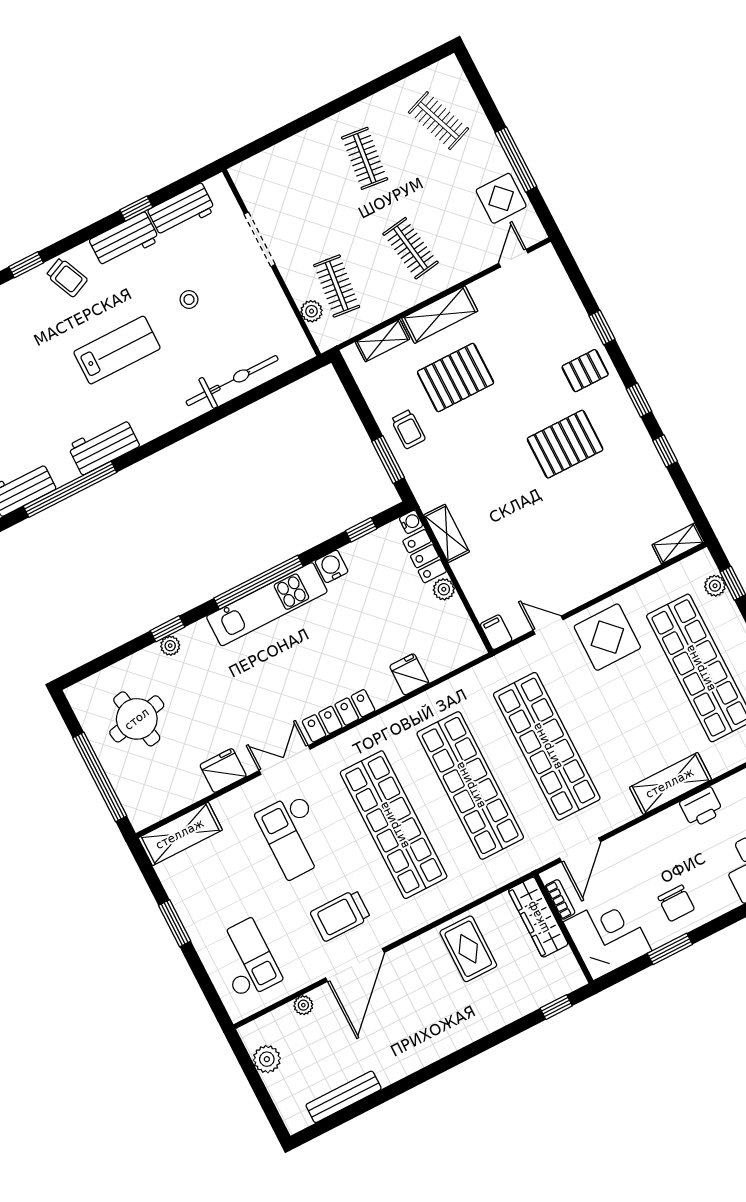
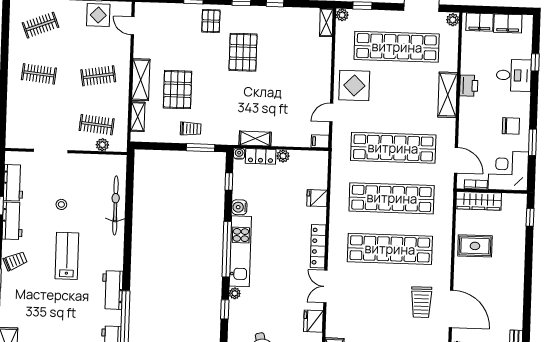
plant: (715, 586) -> (342, 15), moved
plant: (170, 646) -> (235, 293), moved
checkout: (294, 836) -> (367, 303), removed

